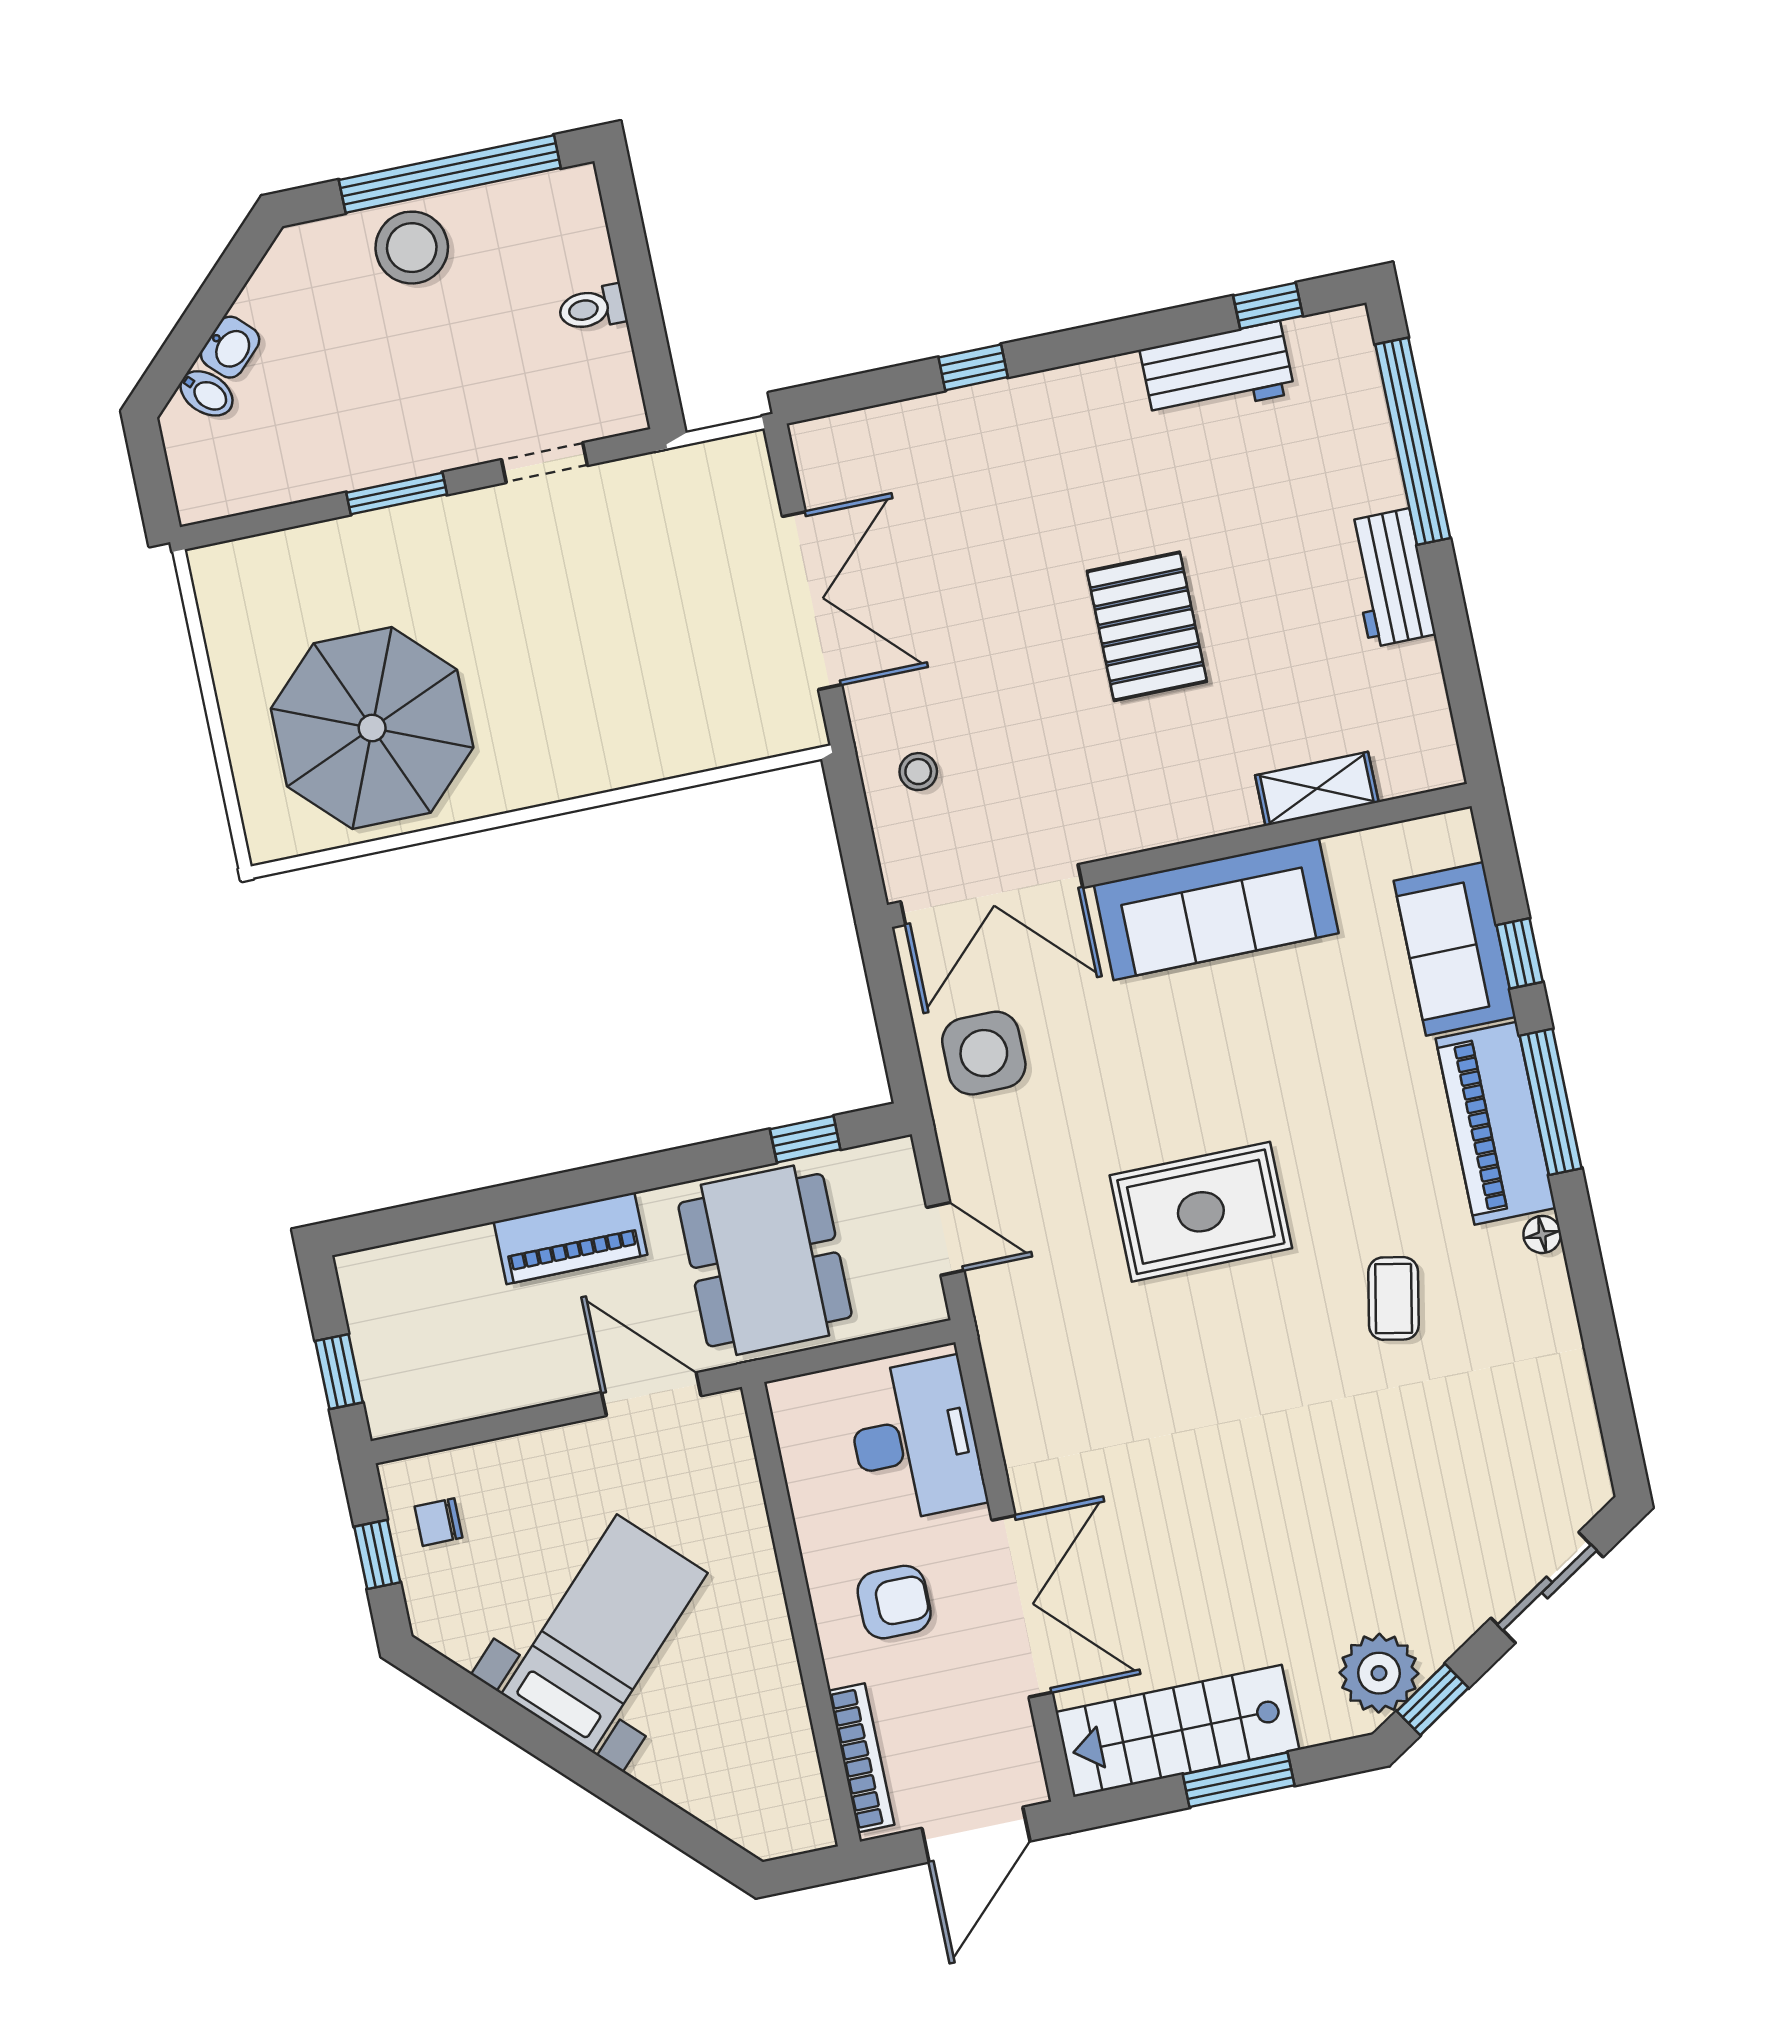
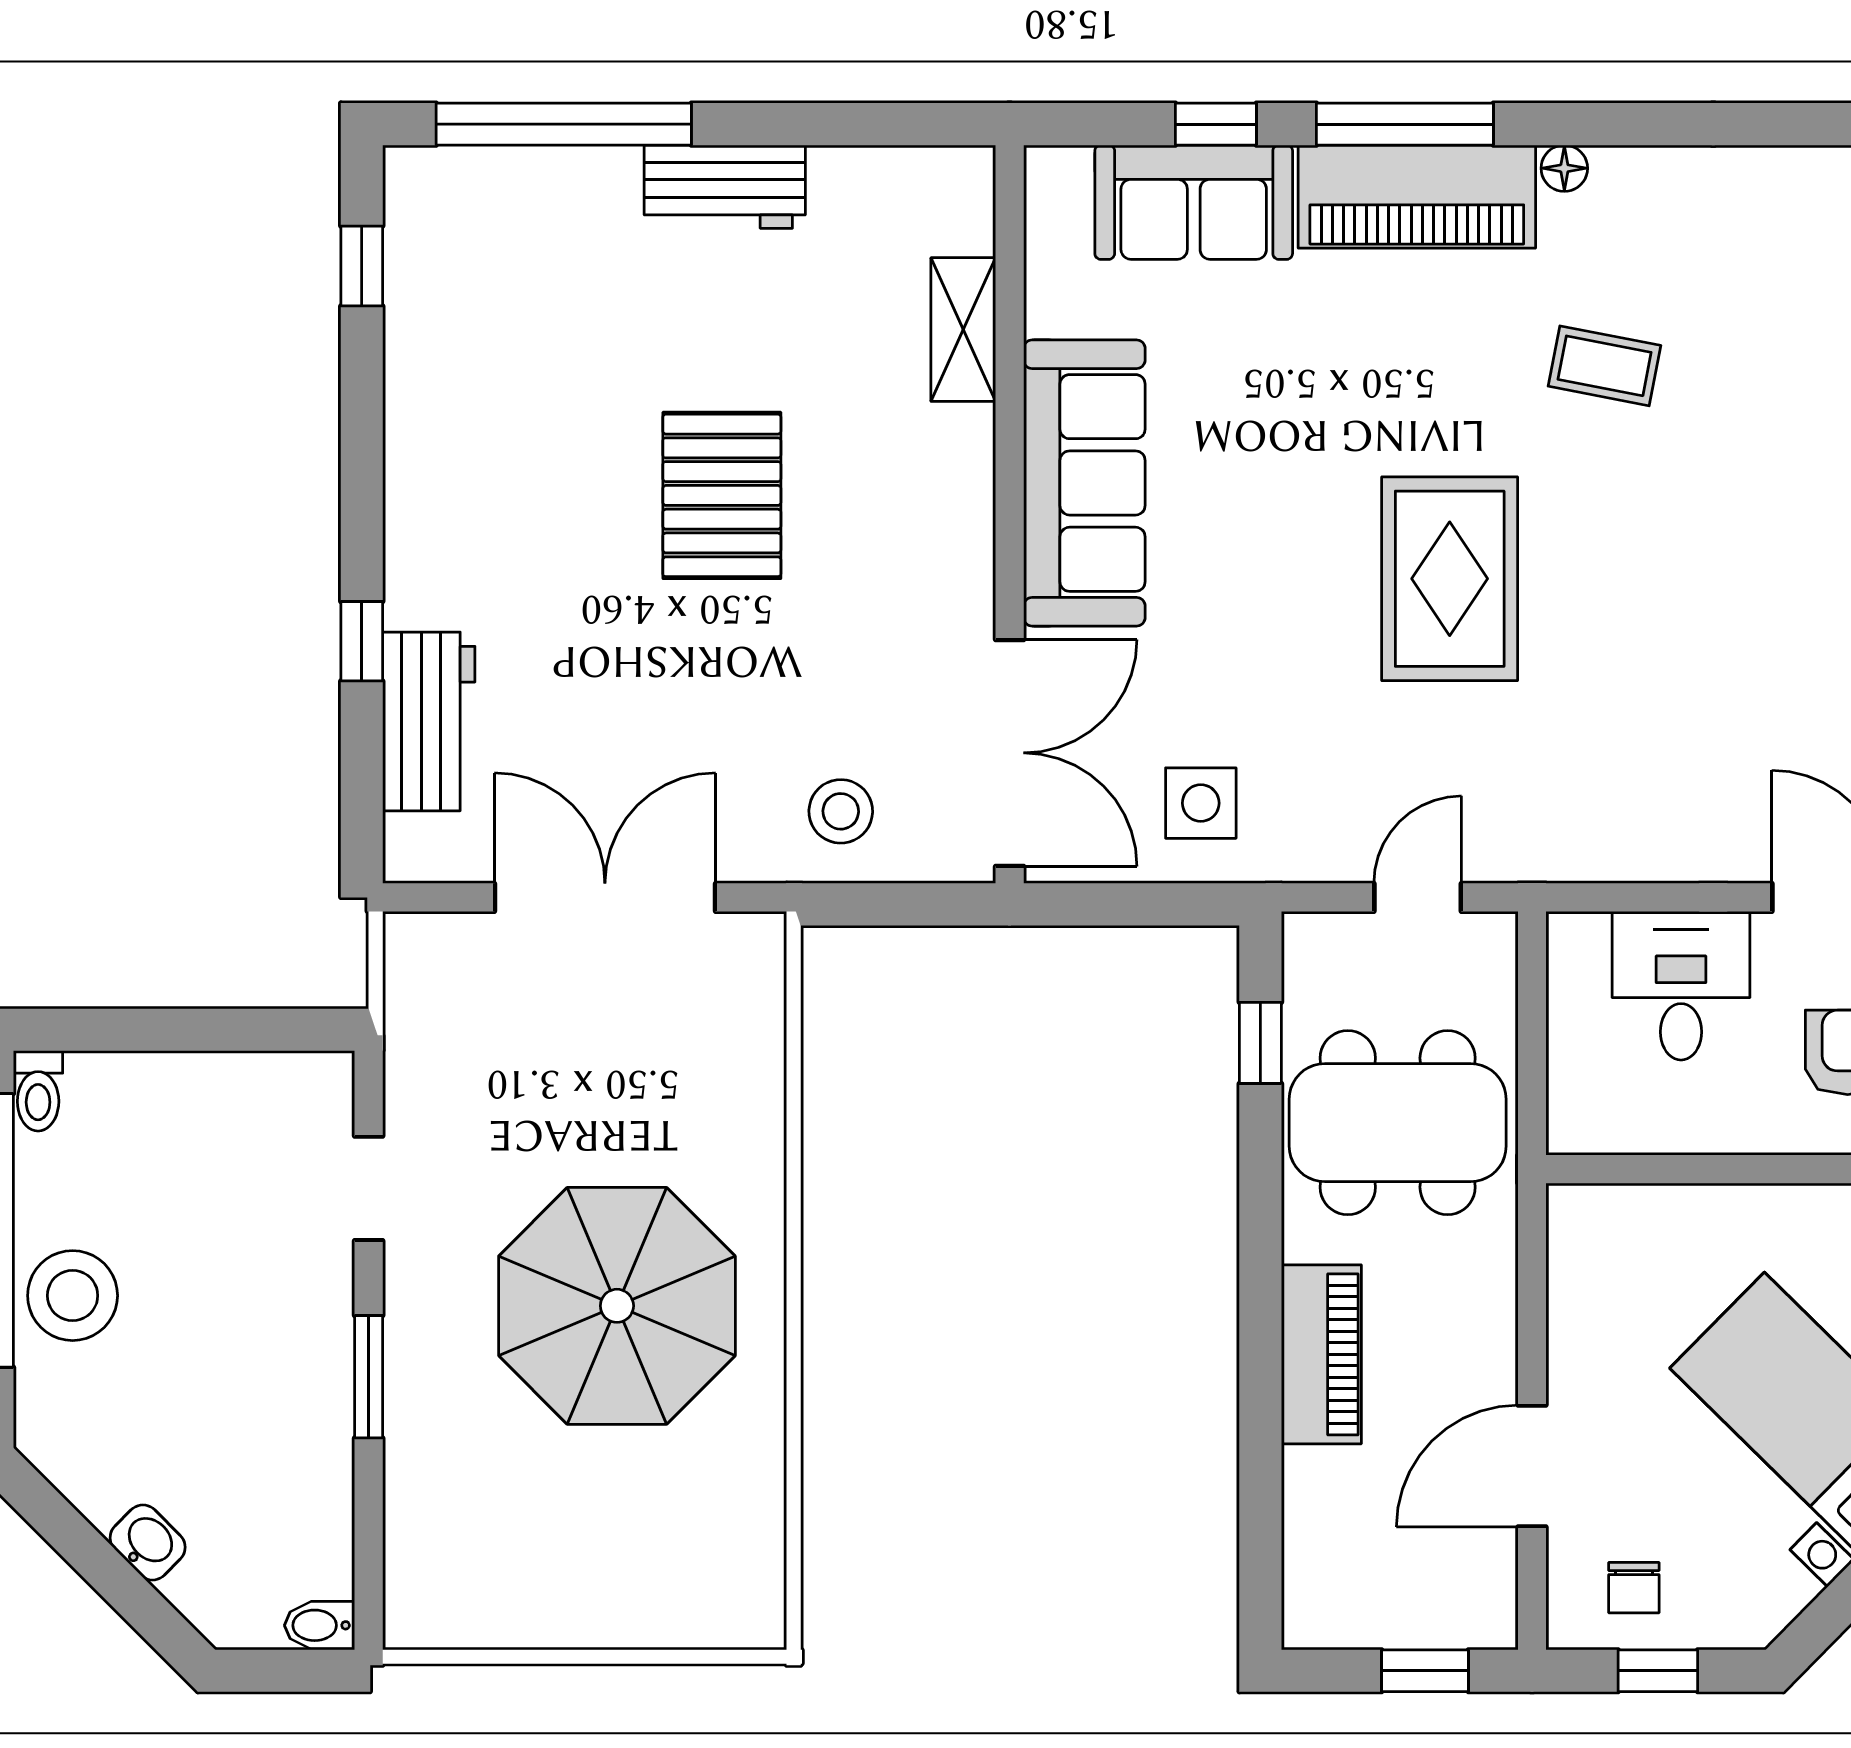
toilet: (592, 308) -> (38, 1091), moved
workbench: (1217, 371) -> (429, 721), moved
bidet: (206, 393) -> (320, 1625), moved, turned -135
pallet: (1147, 626) -> (722, 495), turned 90
parasol: (372, 728) -> (617, 1306), moved
stool: (918, 772) -> (841, 811), width x1.37, depth x1.37
side table: (984, 1053) -> (1201, 803), width x0.73, depth x0.73
door: (651, 1394) -> (1532, 1466), moved
desk: (915, 1440) -> (1681, 986), width x0.73

